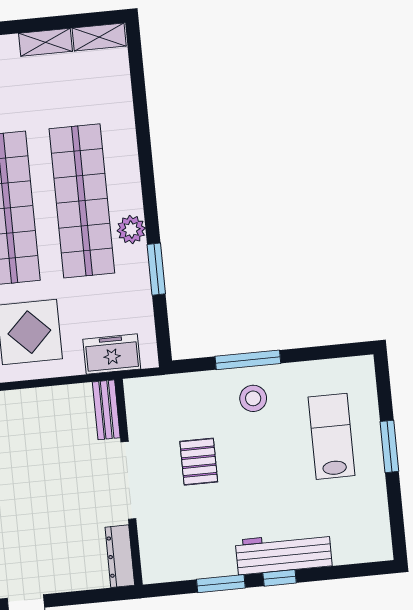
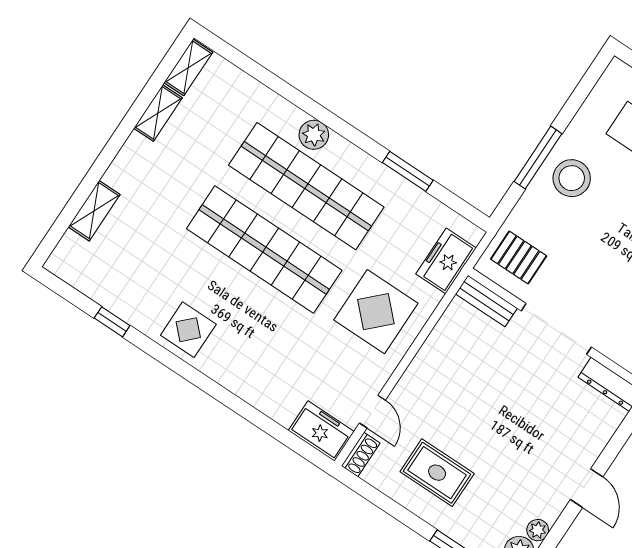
plant: (131, 230) -> (314, 135), moved
stool: (253, 398) -> (572, 178), width x1.38, depth x1.38
pallet: (199, 462) -> (519, 258), moved

